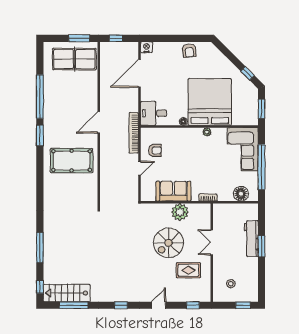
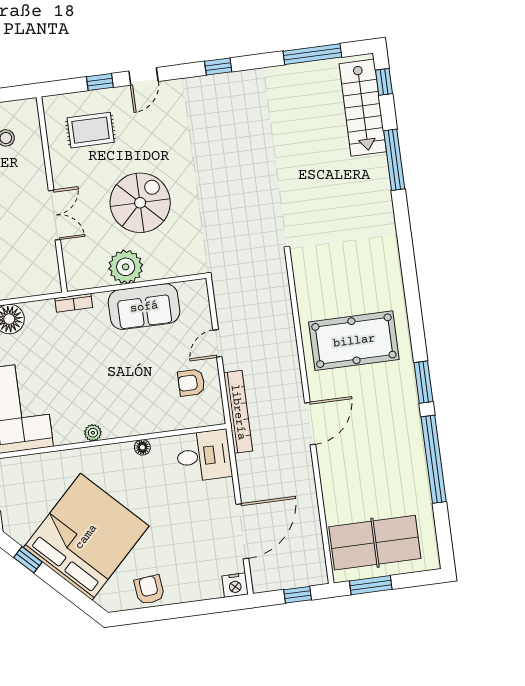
bed: (210, 102) -> (86, 537), moved, turned -135
rug: (188, 270) -> (91, 130), moved
stairs: (67, 293) -> (363, 108), moved, turned 90
window: (193, 305) -> (100, 82), moved

